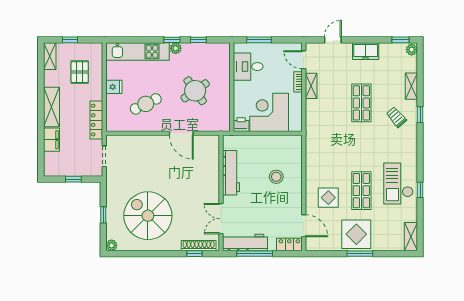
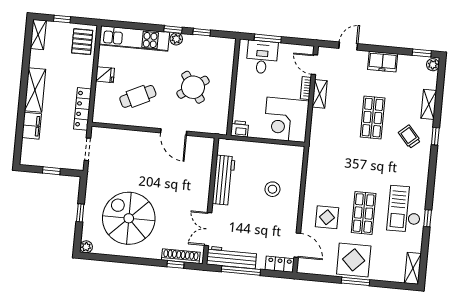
desk: (248, 67) -> (262, 57), moved, turned 90
pallet: (80, 72) -> (82, 42), moved
corner desk: (269, 112) -> (286, 120), moved, turned -90

